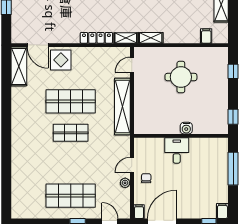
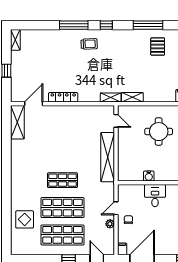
locker: (96, 38) -> (63, 97), moved
door: (38, 45) -> (34, 104), swing flipped
display table: (61, 60) -> (25, 219), moved
door: (132, 65) -> (116, 121), swing flipped
shop shelf: (71, 101) -> (62, 208), moved
water cooler: (186, 128) -> (149, 176), moved

